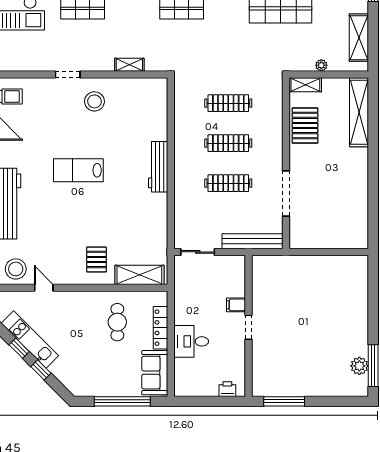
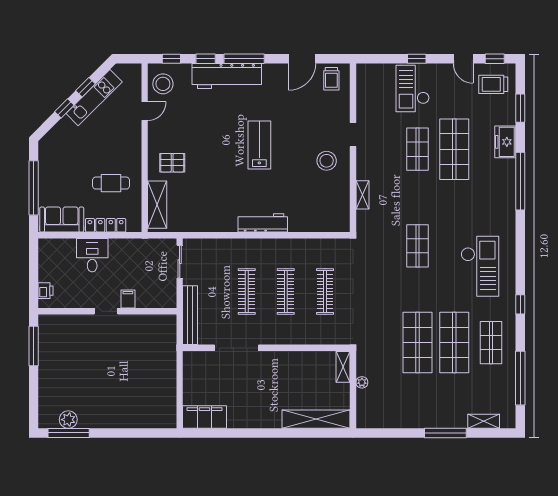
shelving: (359, 38) -> (389, 419), removed
pallet: (305, 125) -> (303, 366), removed
filing cabinet: (357, 226) -> (205, 417), added

